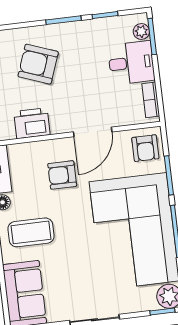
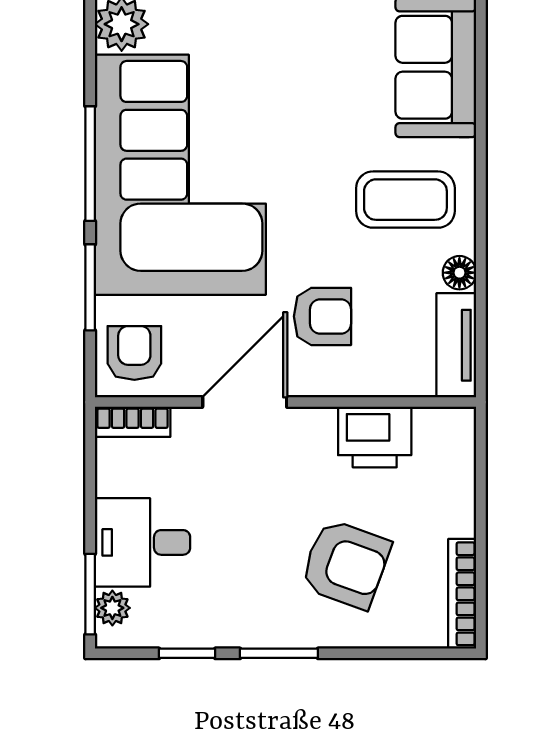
bookcase: (151, 100) -> (133, 422), moved, turned 90

